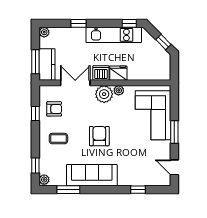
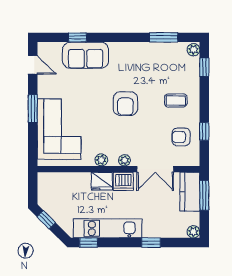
plant: (104, 94) -> (125, 160), width x0.53, depth x0.53
sofa: (92, 175) -> (86, 55), moved, width x0.73

